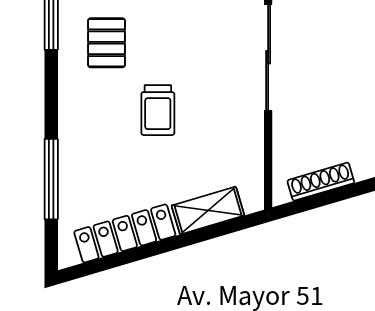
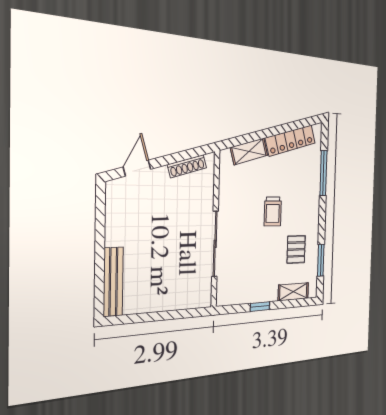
trolley: (158, 110) -> (273, 211), turned 180

